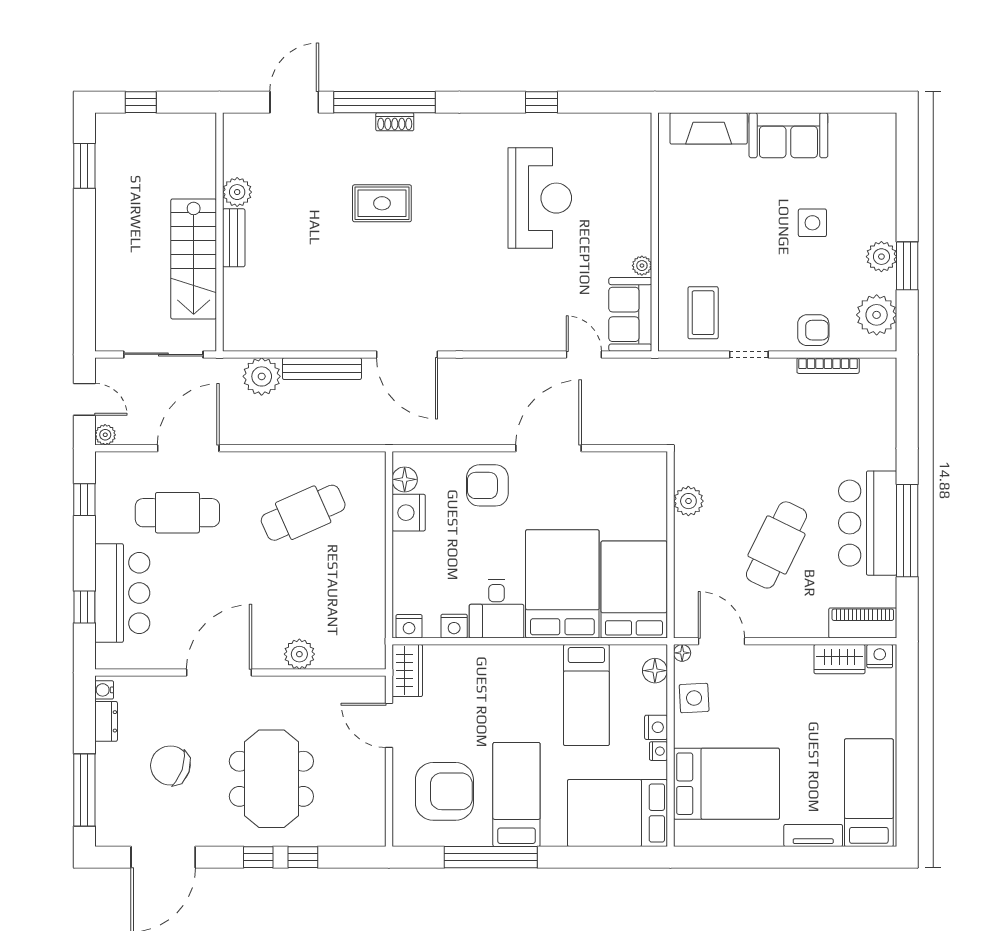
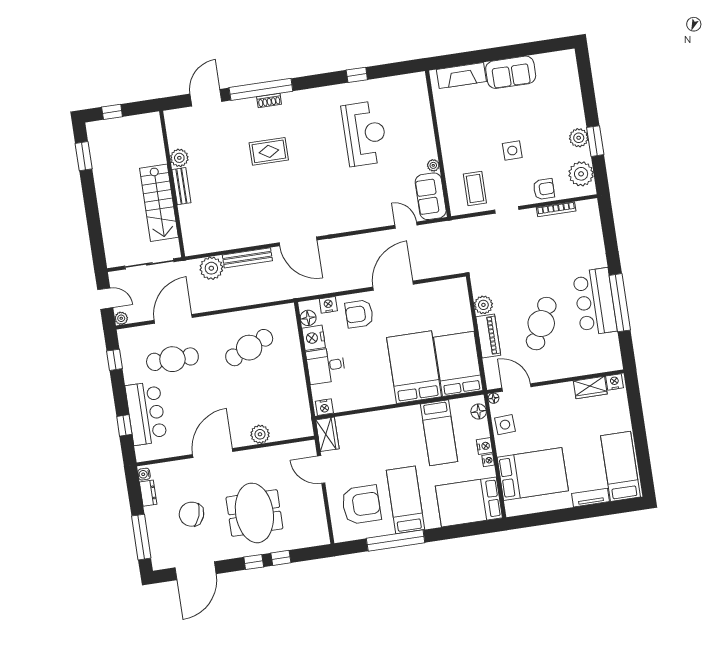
side table: (812, 223) -> (512, 151), moved
desk: (496, 609) -> (326, 366), moved, turned 90
piano: (863, 623) -> (488, 336), moved, turned 90
nightstand: (454, 626) -> (328, 305), moved, turned 180

